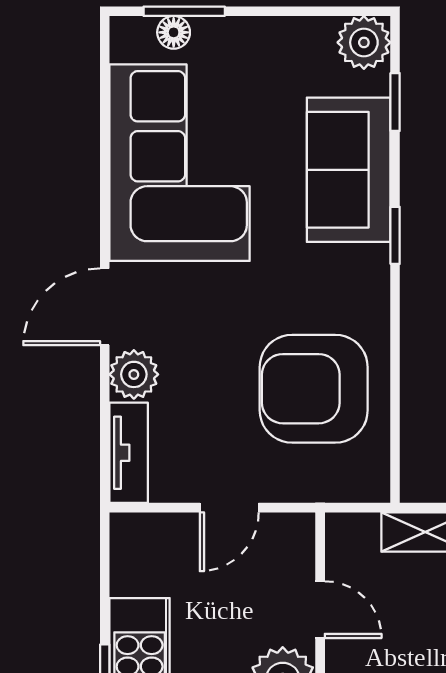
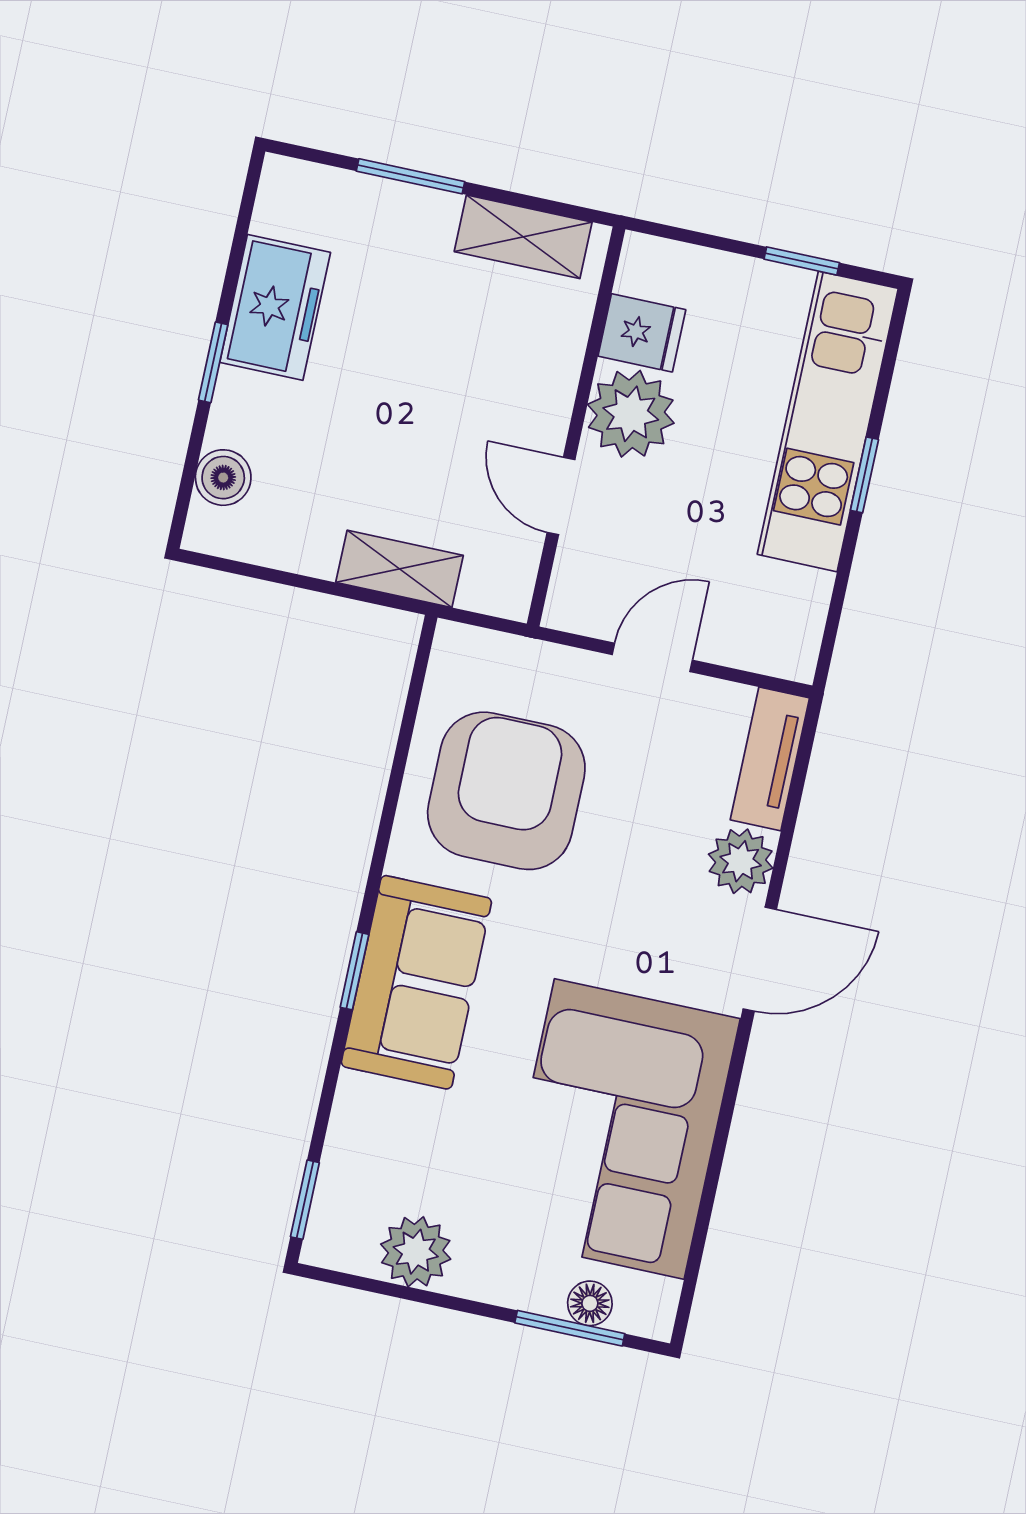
plant: (364, 42) -> (416, 1252), moved
window: (395, 102) -> (305, 1200), moved
sofa: (349, 170) -> (416, 982), moved
armchair: (314, 389) -> (506, 791), turned -90

